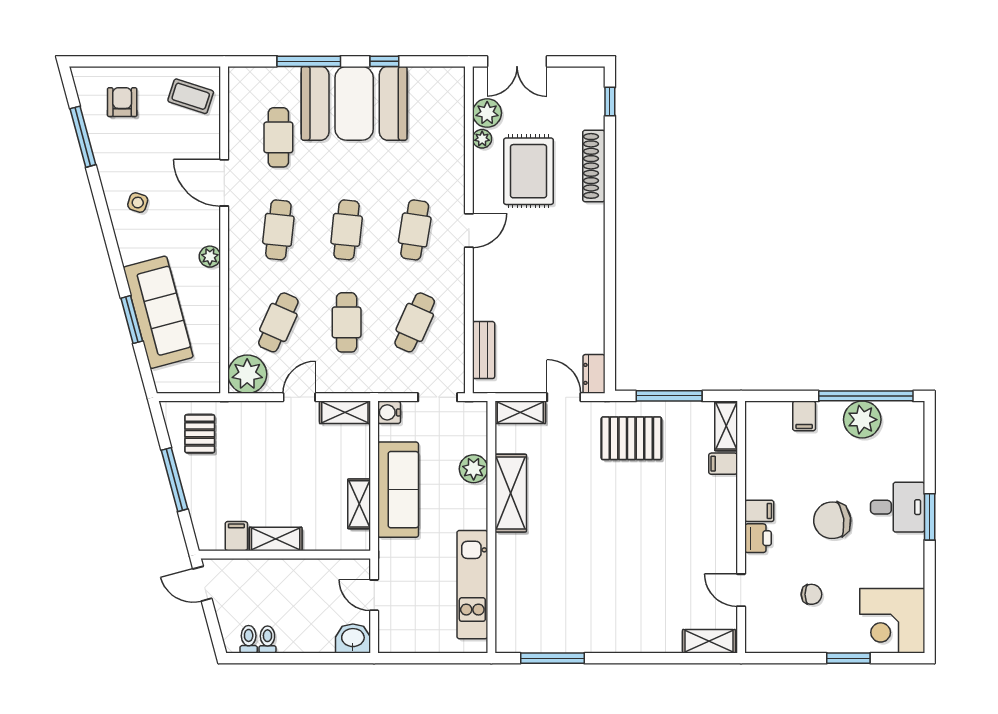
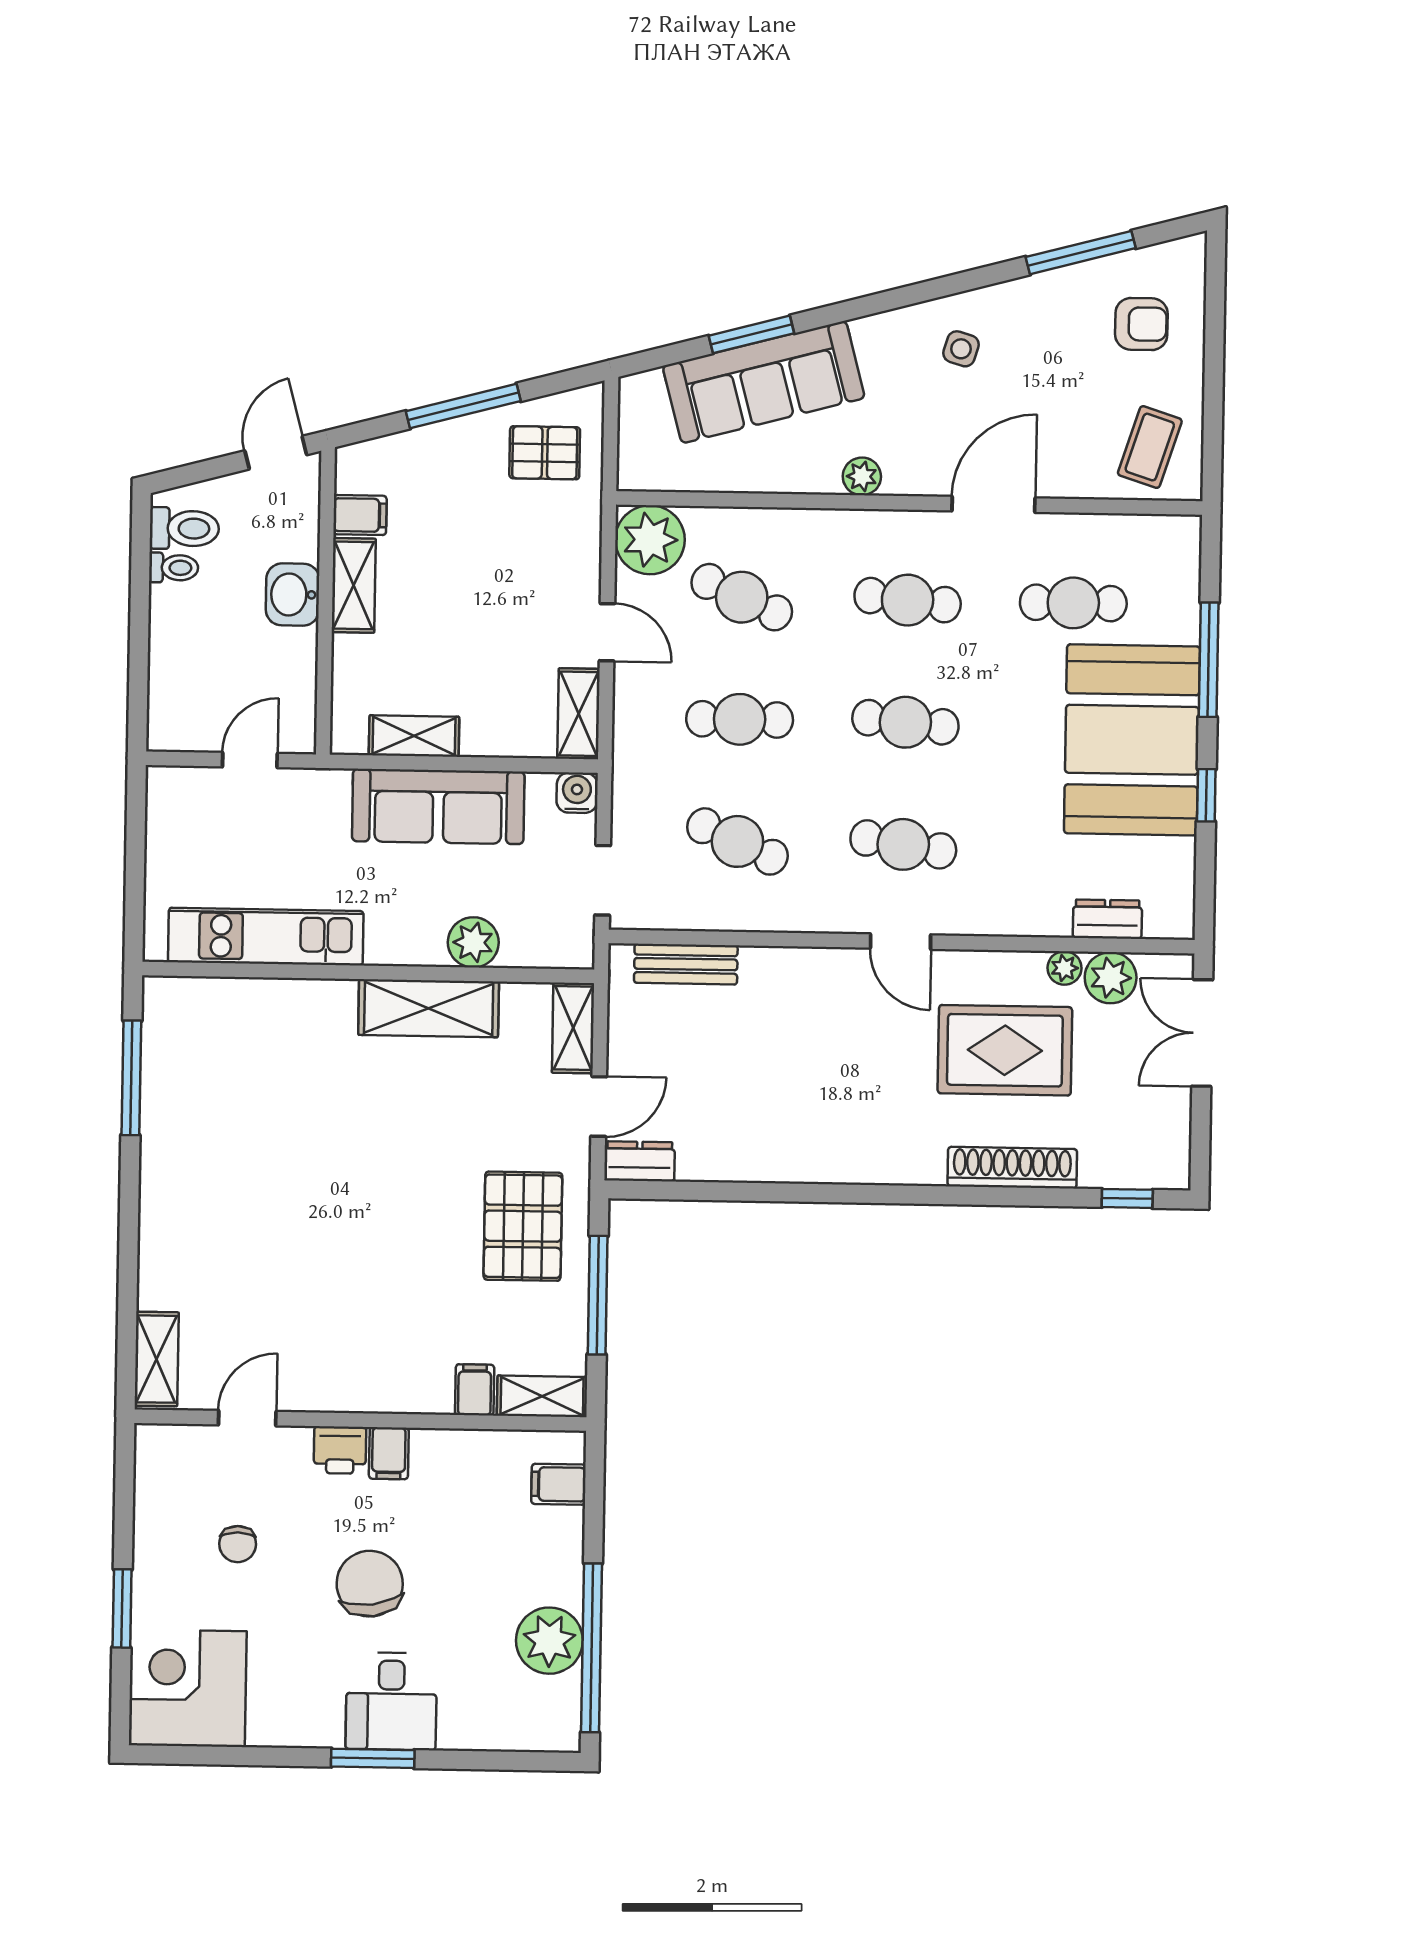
dresser: (454, 115) -> (1107, 919), added
filing cabinet: (804, 416) -> (559, 1484), moved
washbasin: (353, 638) -> (293, 595), moved, turned 180
toilet: (249, 639) -> (184, 528), width x1.37, depth x1.39

